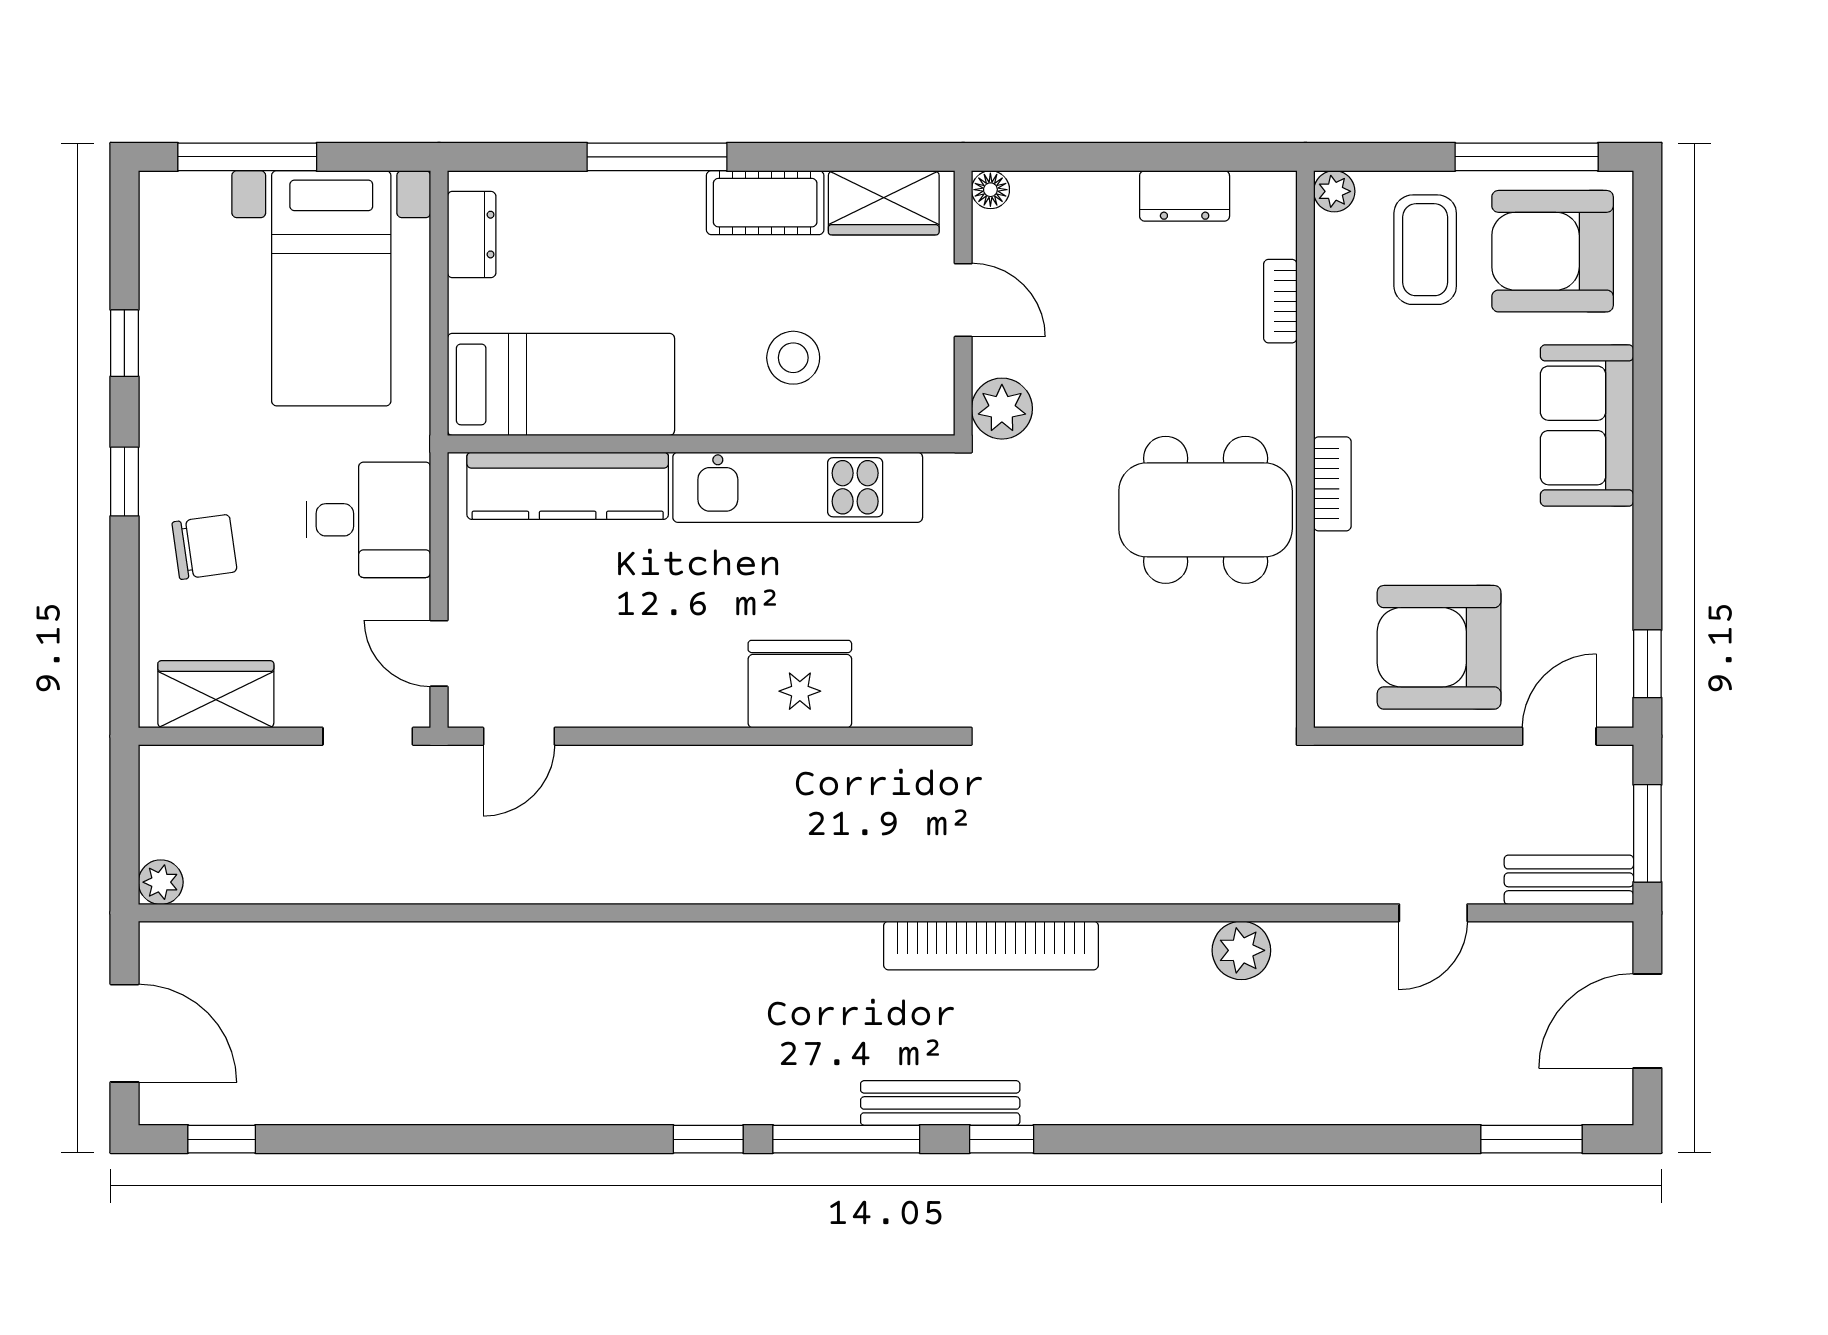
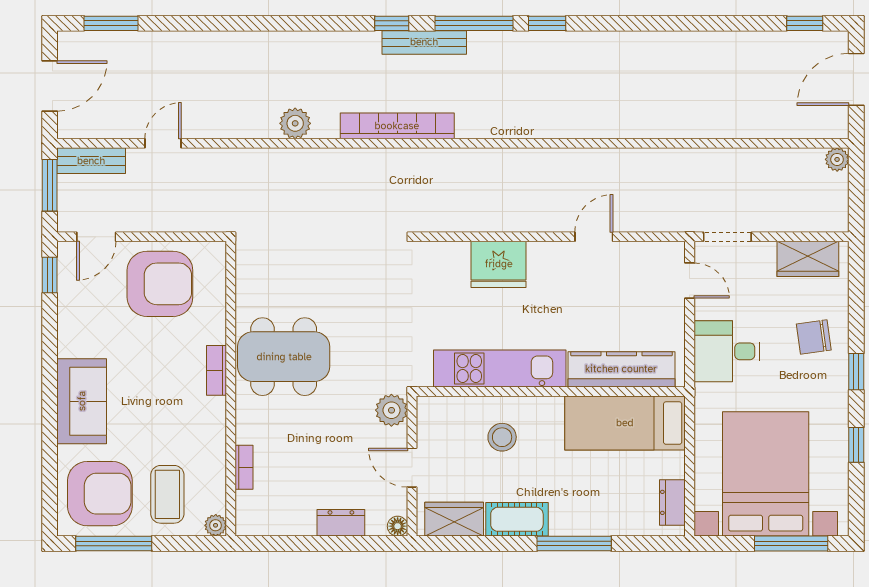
dresser: (1185, 196) -> (341, 523), moved
bed with nightstands: (331, 288) -> (766, 474), width x1.36
door: (519, 736) -> (594, 237), moved
plant: (1241, 950) -> (295, 123), moved
door: (124, 1033) -> (856, 79), hinge flipped

